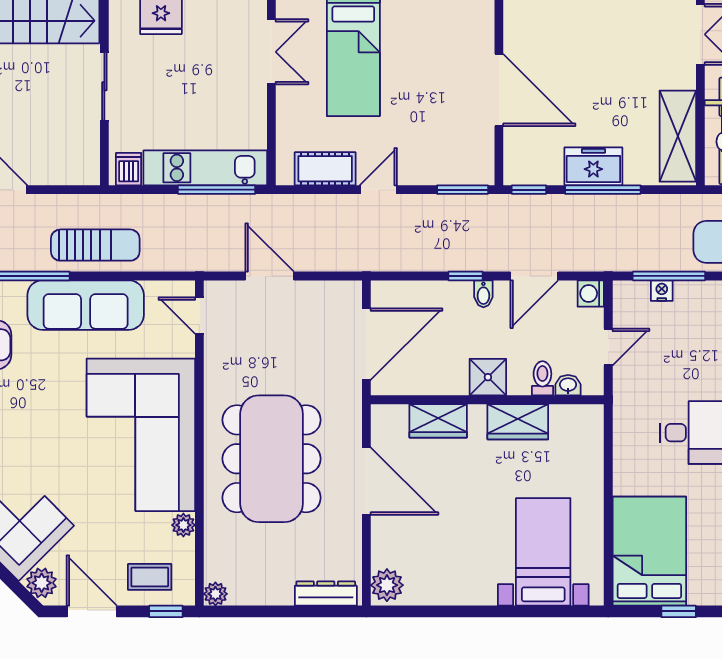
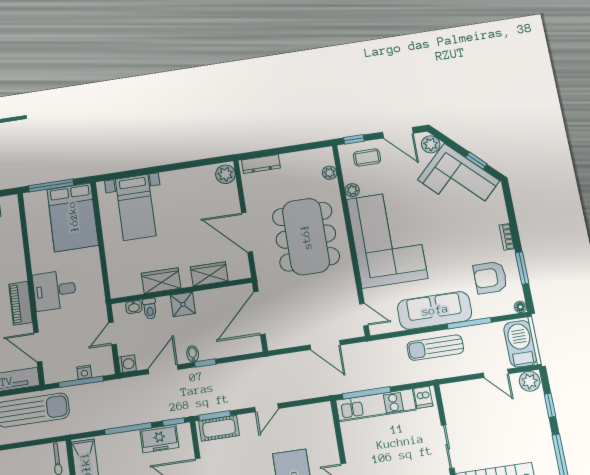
freezer: (593, 166) -> (159, 439), moved
cot: (325, 169) -> (219, 428), moved
plant: (215, 594) -> (330, 173), moved
window: (679, 611) -> (51, 186), width x2.17

